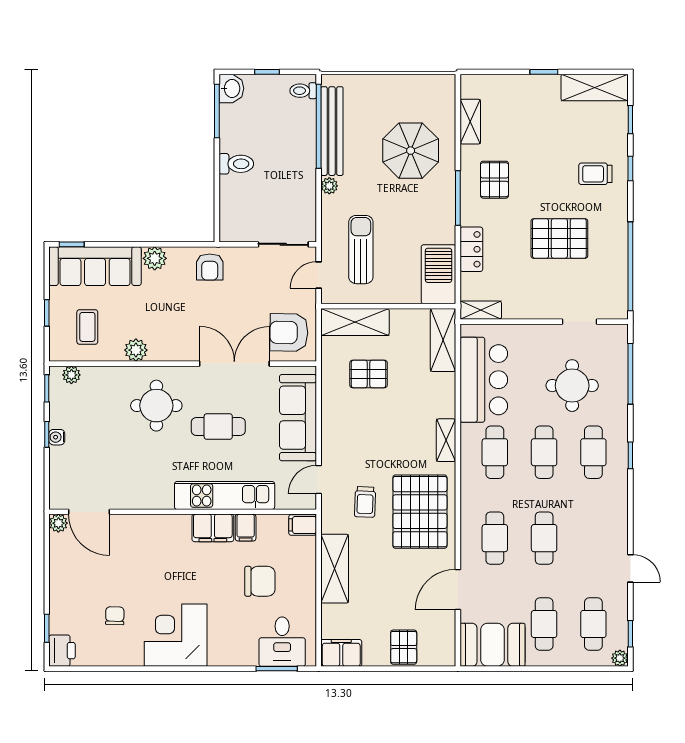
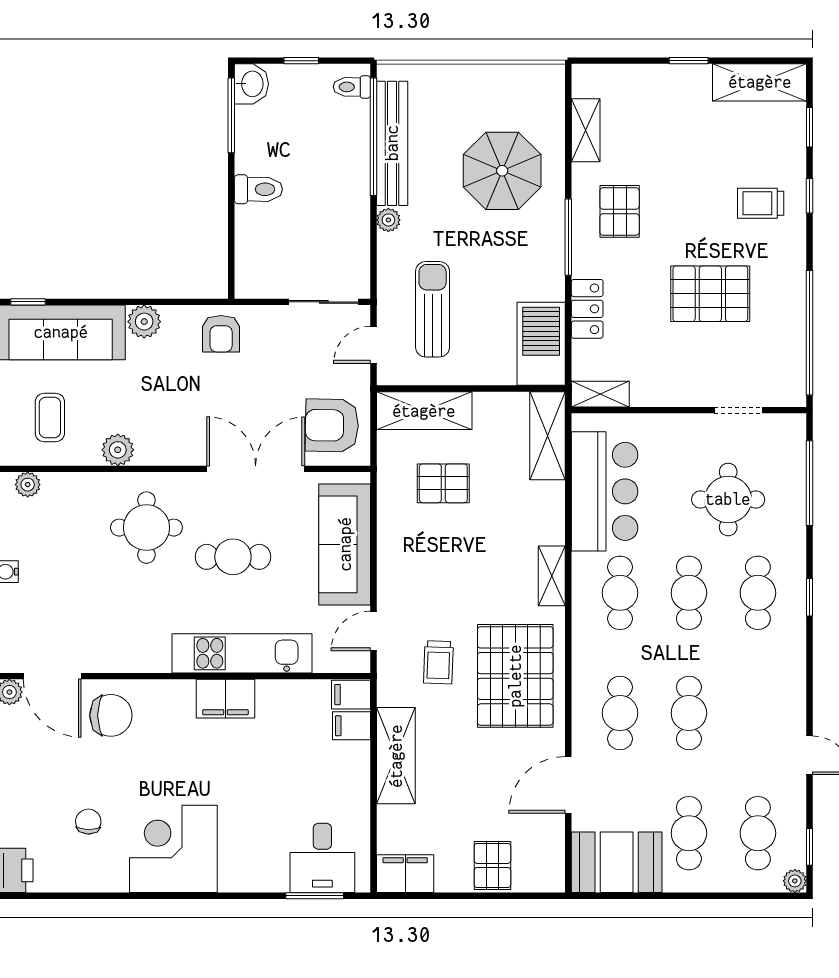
filing cabinet: (246, 528) -> (351, 726), moved, turned 90
chair: (260, 581) -> (111, 715), moved

